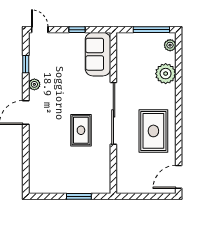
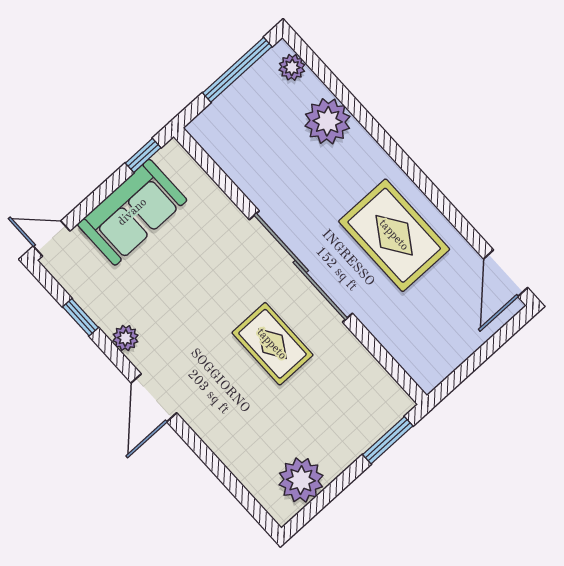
window: (77, 30) -> (143, 155), moved
sofa: (98, 54) -> (132, 212), moved, turned -90
plant: (50, 184) -> (301, 480), added
window: (79, 196) -> (388, 440), moved

